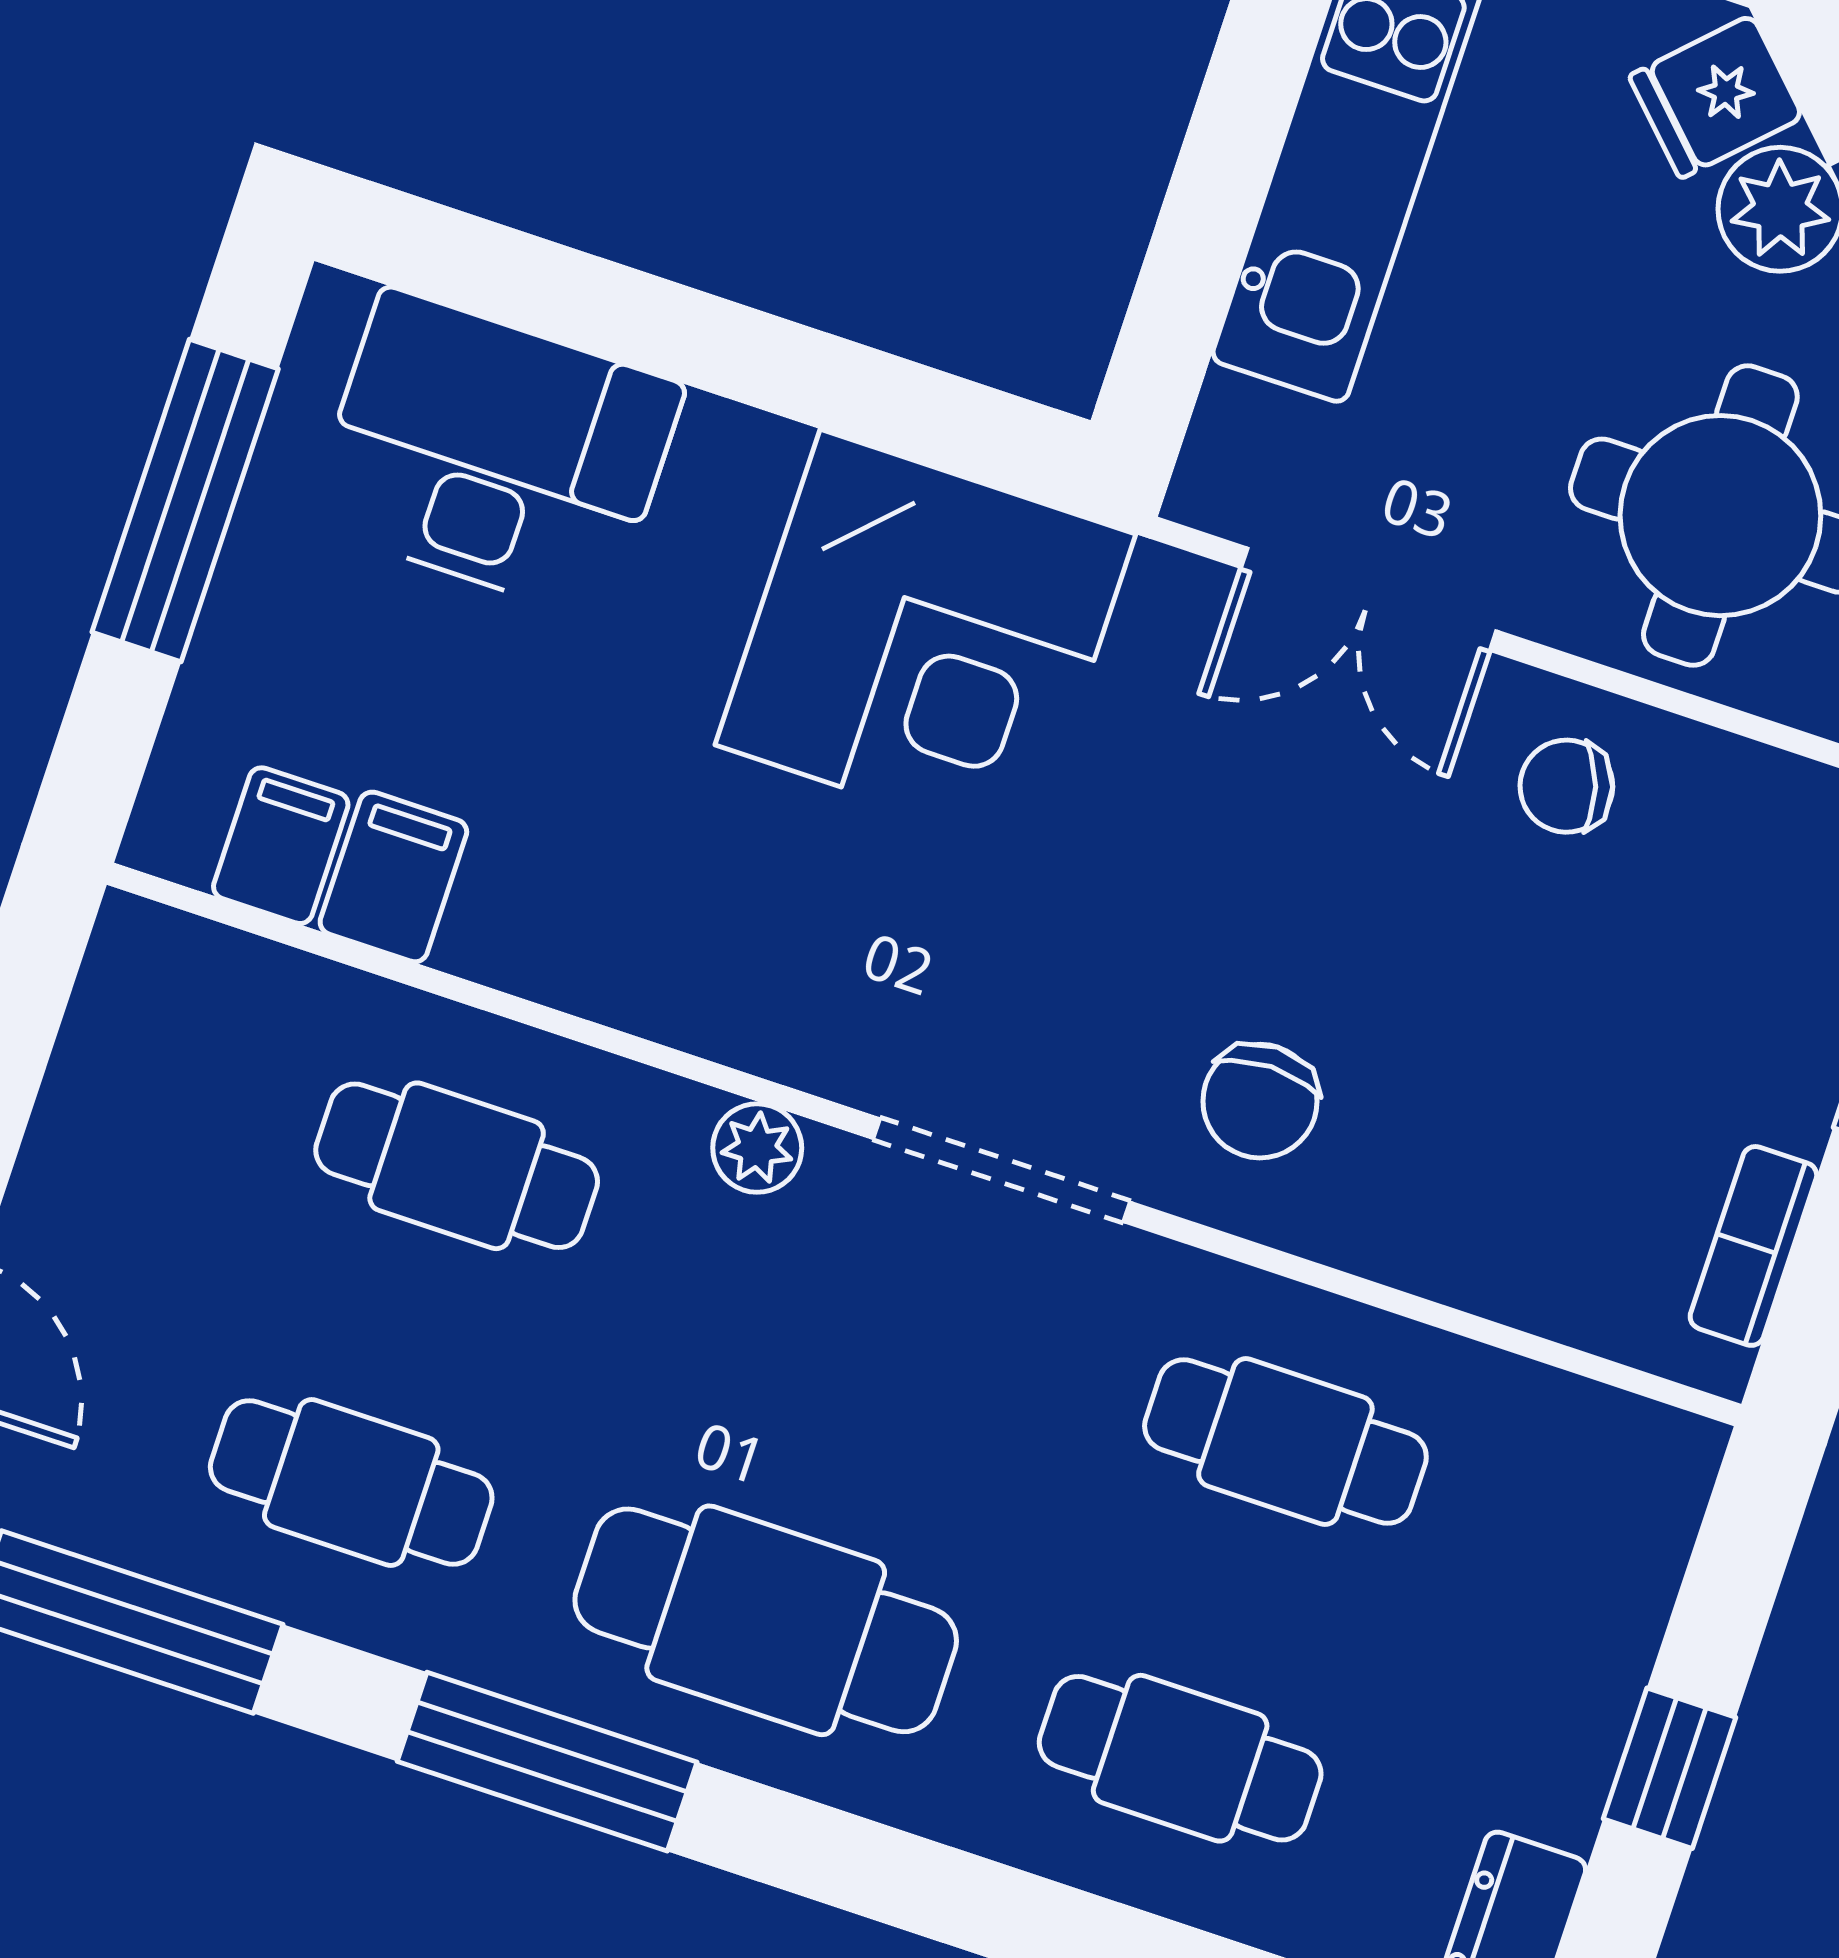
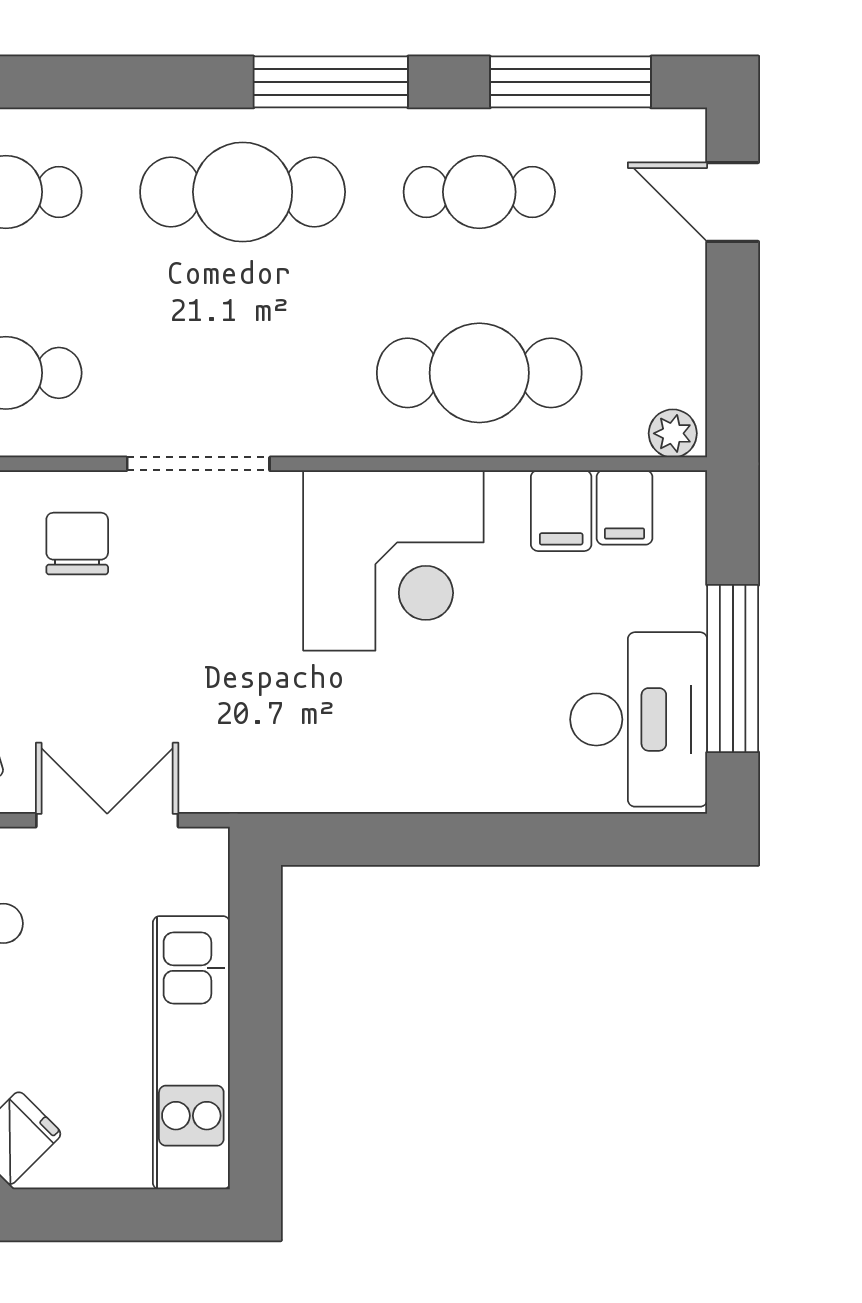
desk: (495, 454) -> (639, 719), moved, turned -90
corner desk: (925, 640) -> (393, 560), moved, turned 180
plant: (757, 1148) -> (673, 433), moved
cafe table: (457, 1166) -> (479, 373), width x1.37, depth x1.35

